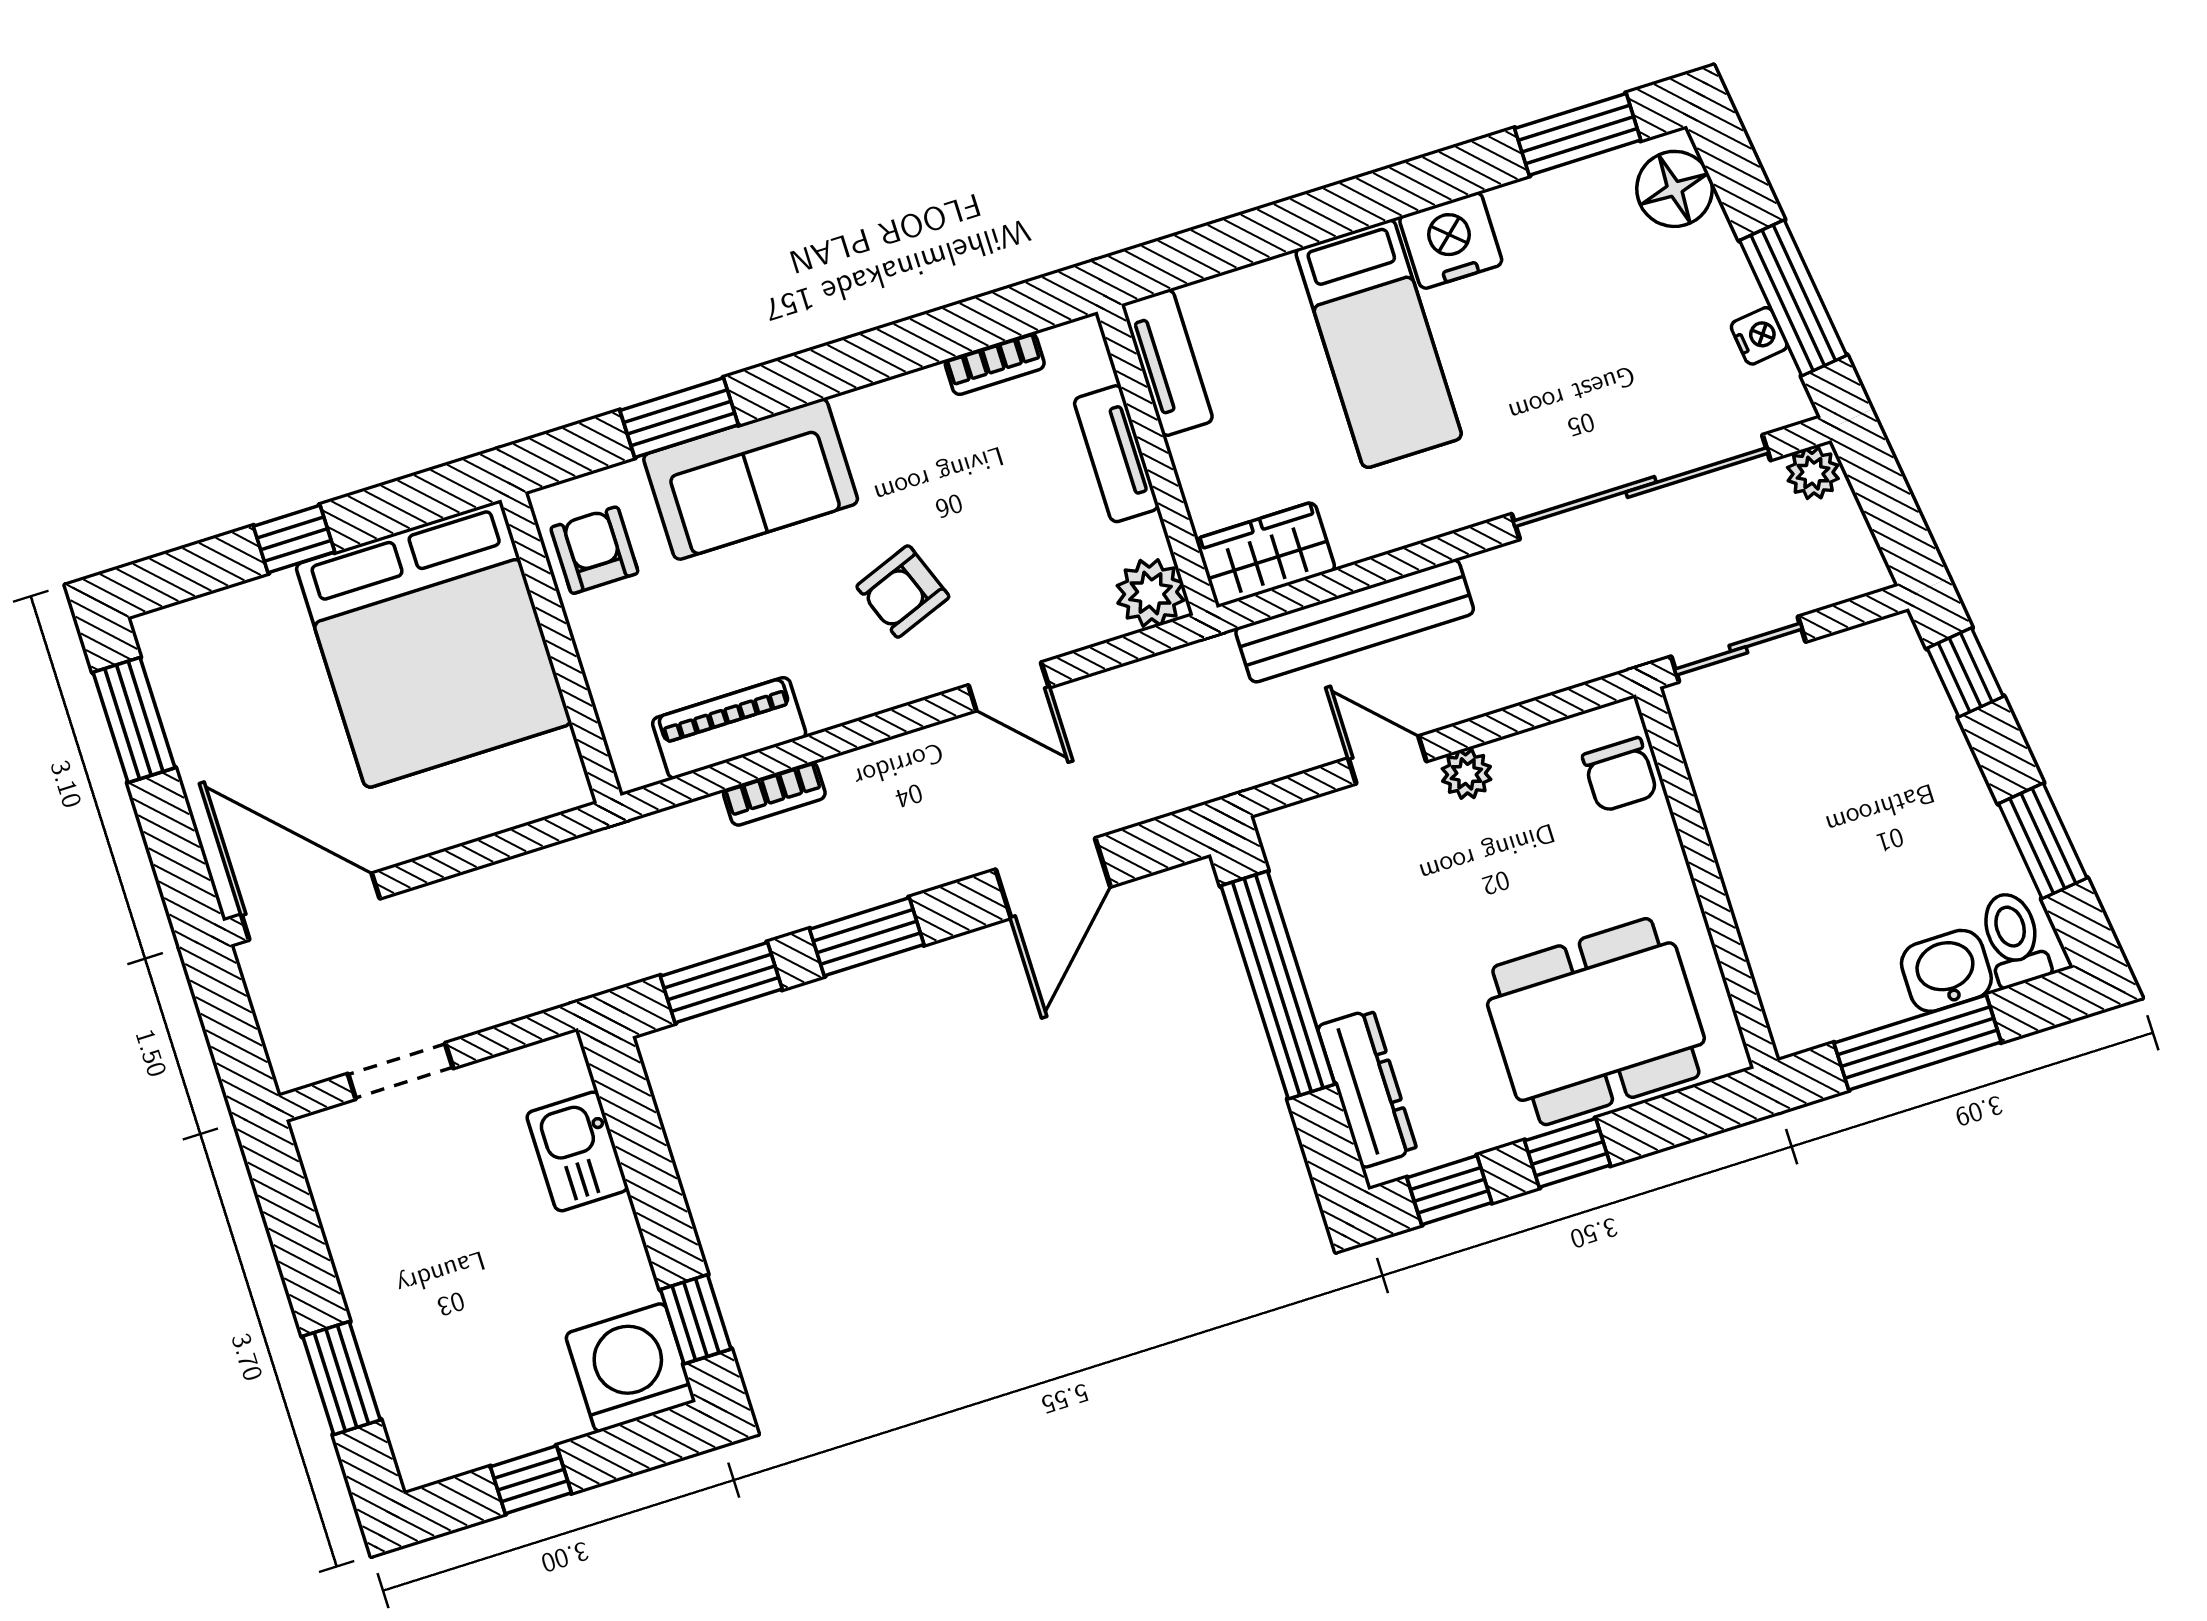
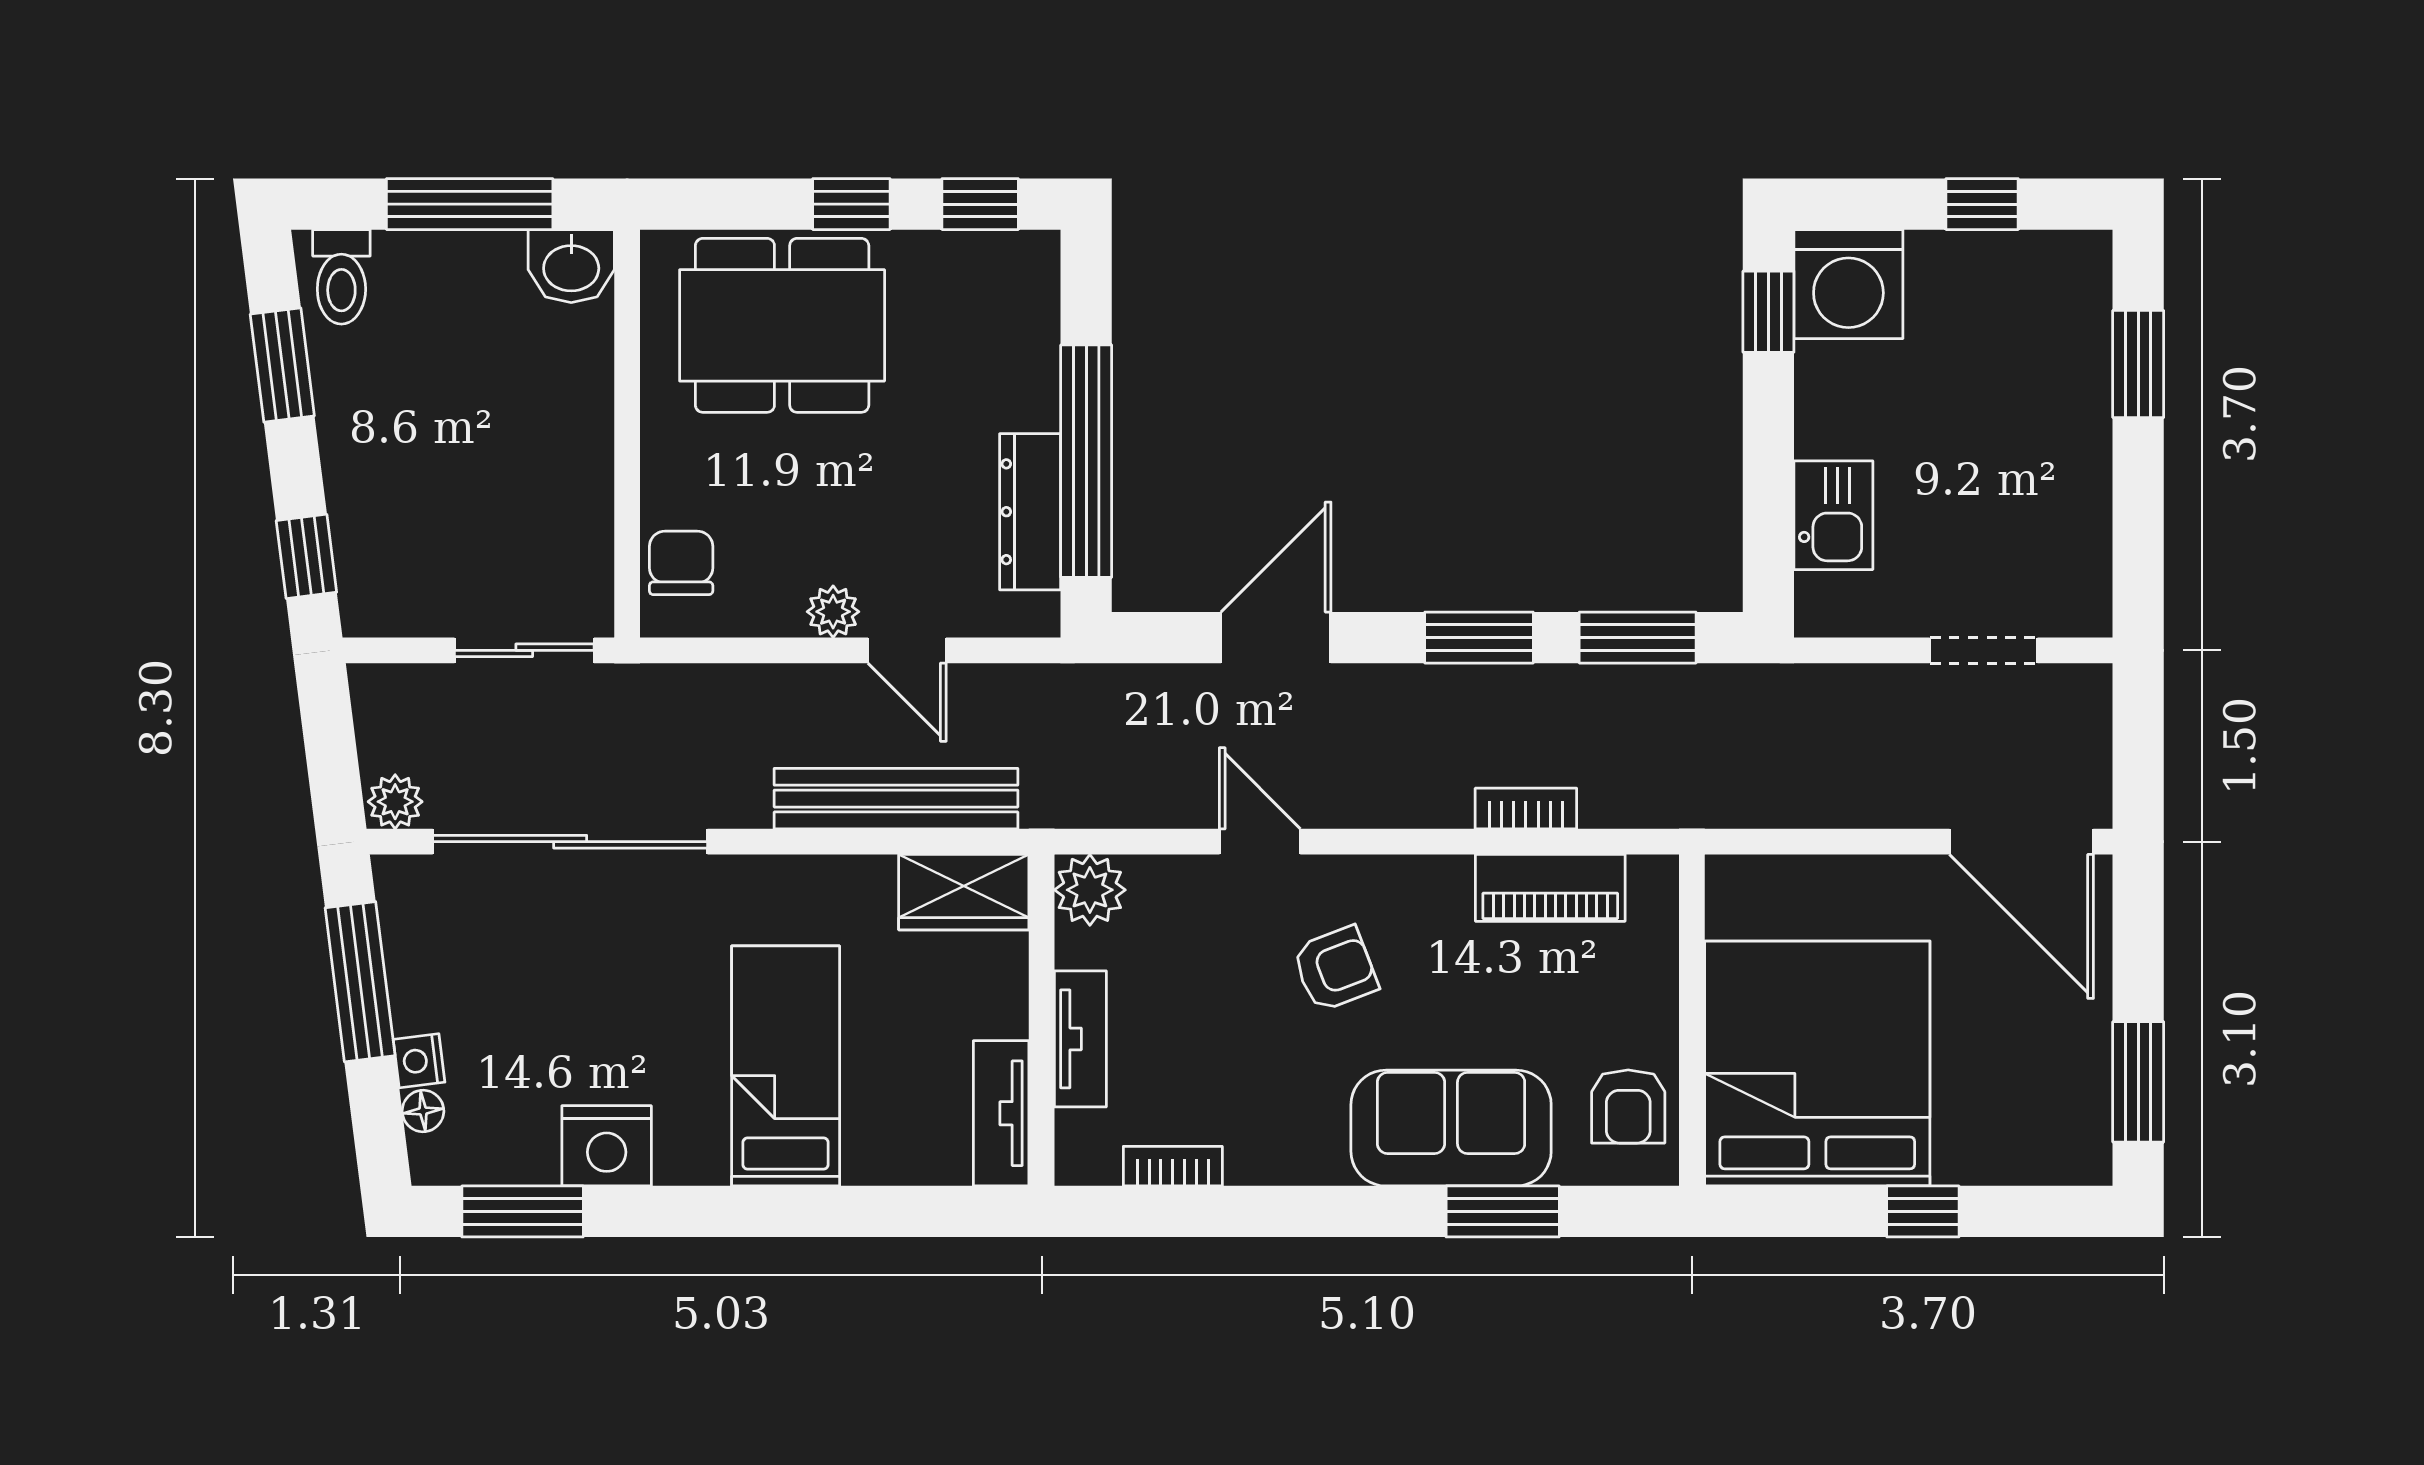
floor lamp: (1675, 189) -> (423, 1111), width x0.53, depth x0.53
nightstand: (1451, 240) -> (607, 1146), moved
nightstand: (1759, 336) -> (419, 1061), moved
washbasin: (1946, 971) -> (571, 266), moved
dresser: (1367, 1089) -> (1030, 512), moved

